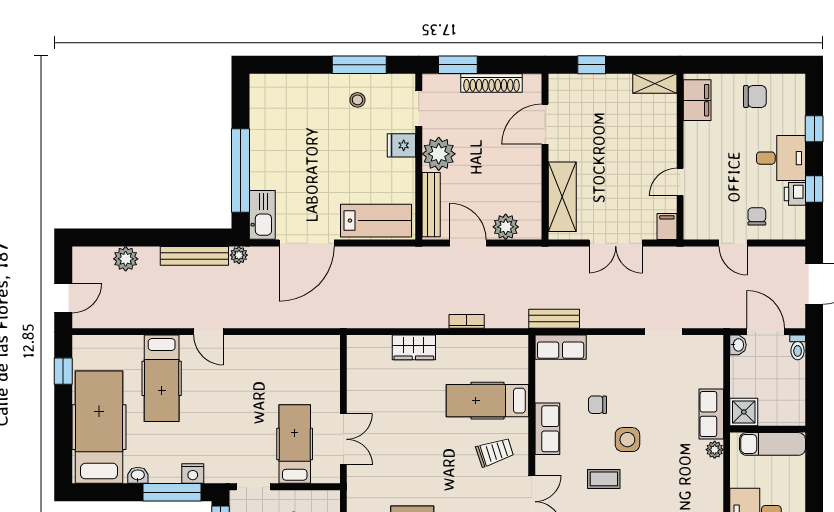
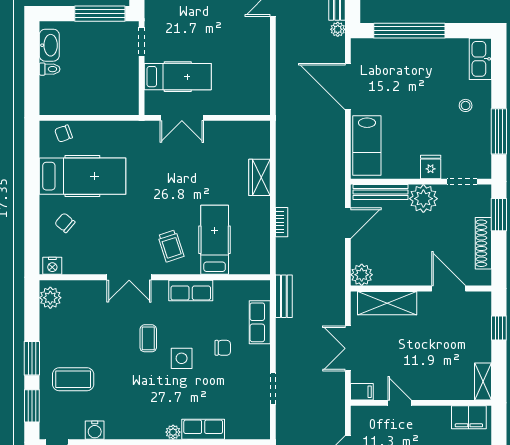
stool: (357, 100) -> (466, 105), moved
kitchen sink: (262, 215) -> (480, 59), moved, turned 90
plant: (506, 227) -> (362, 275), moved
row of seats: (561, 347) -> (260, 322), moved
chair: (597, 405) -> (223, 348), moved, turned 90

